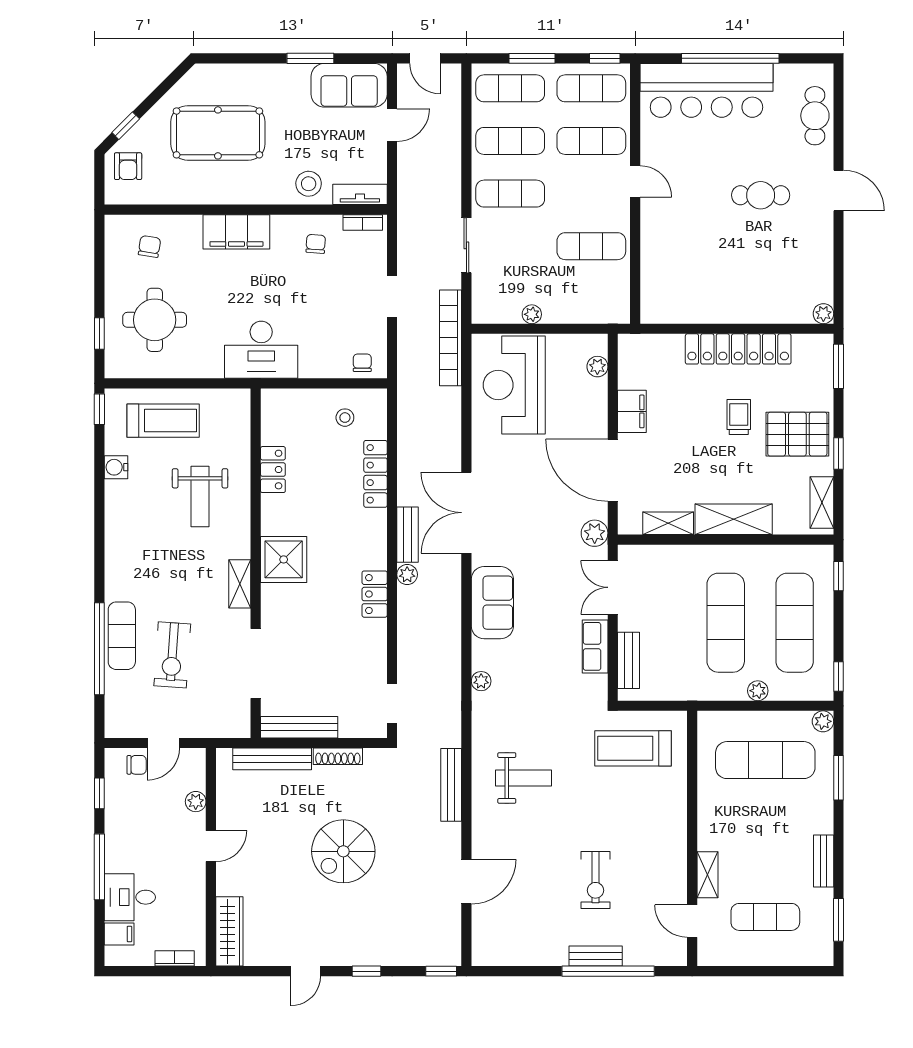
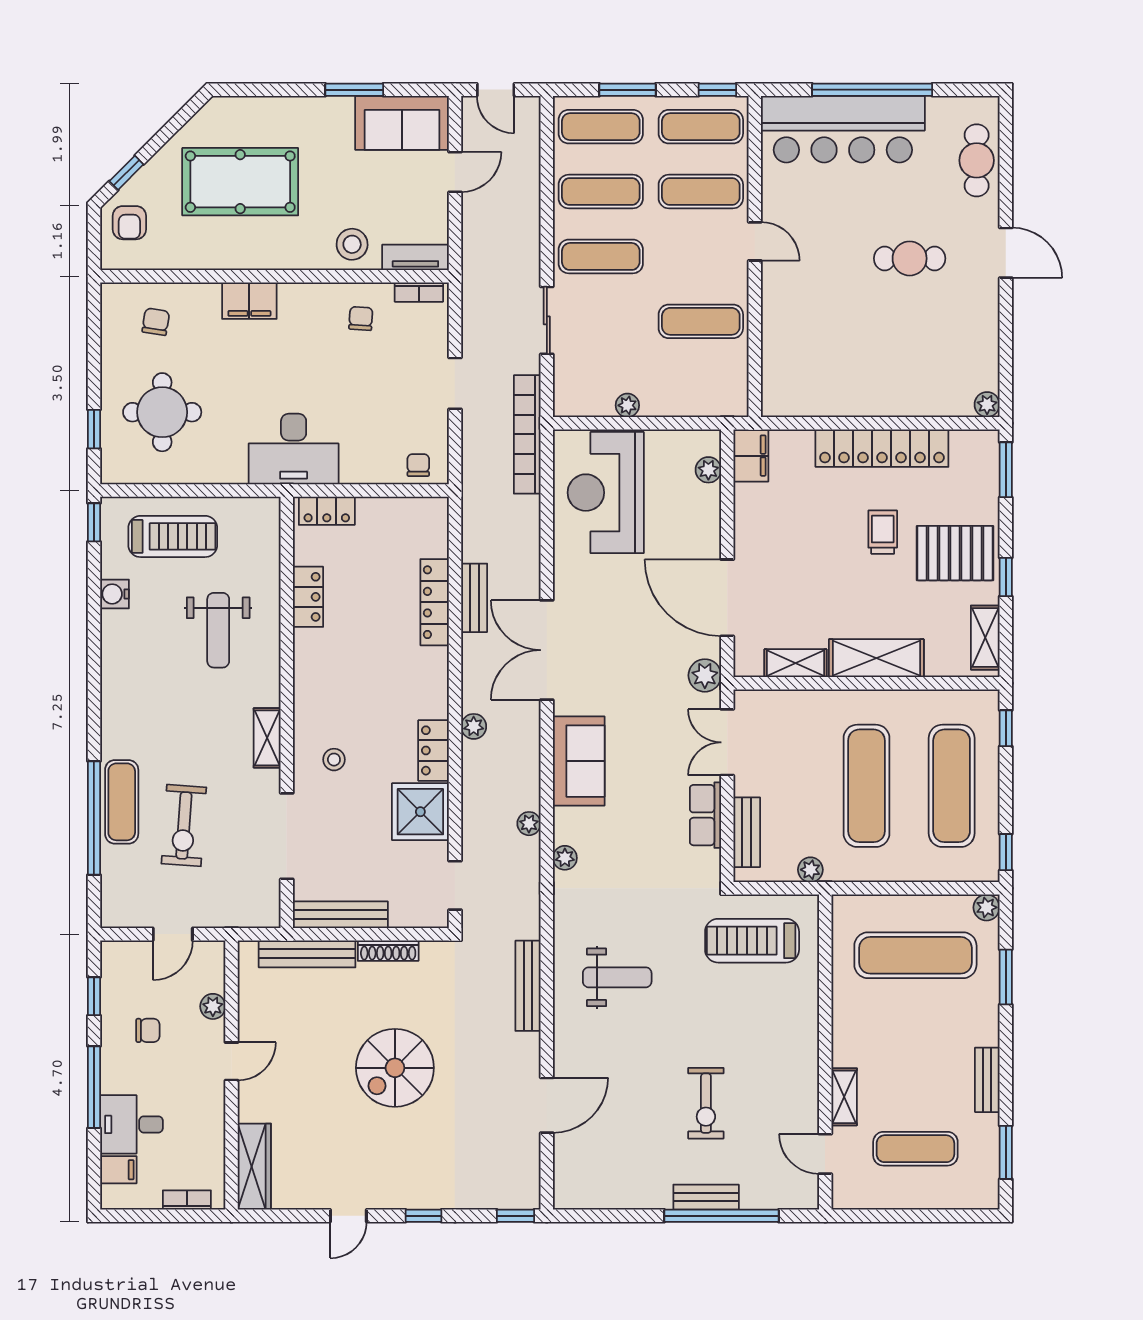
filing cabinet: (236, 232) -> (249, 301), width x0.67, depth x0.86
locker: (288, 400) -> (327, 511), added
filing cabinet: (632, 411) -> (751, 456), moved
stool: (345, 418) -> (334, 760), moved
bench: (408, 535) -> (474, 598), moved
shower: (284, 559) -> (420, 812), moved
plant: (452, 653) -> (529, 824), added
plant: (758, 691) -> (810, 870), moved
chair: (137, 765) -> (148, 1030), moved

